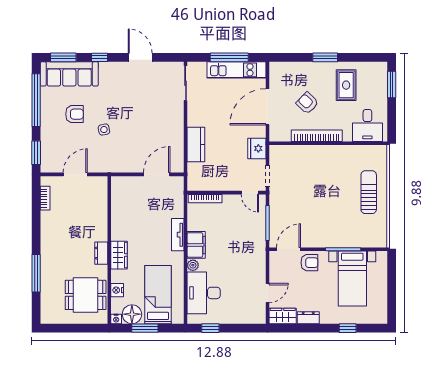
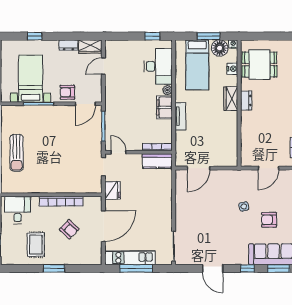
kitchen counter: (196, 144) -> (157, 161), moved, turned -90

